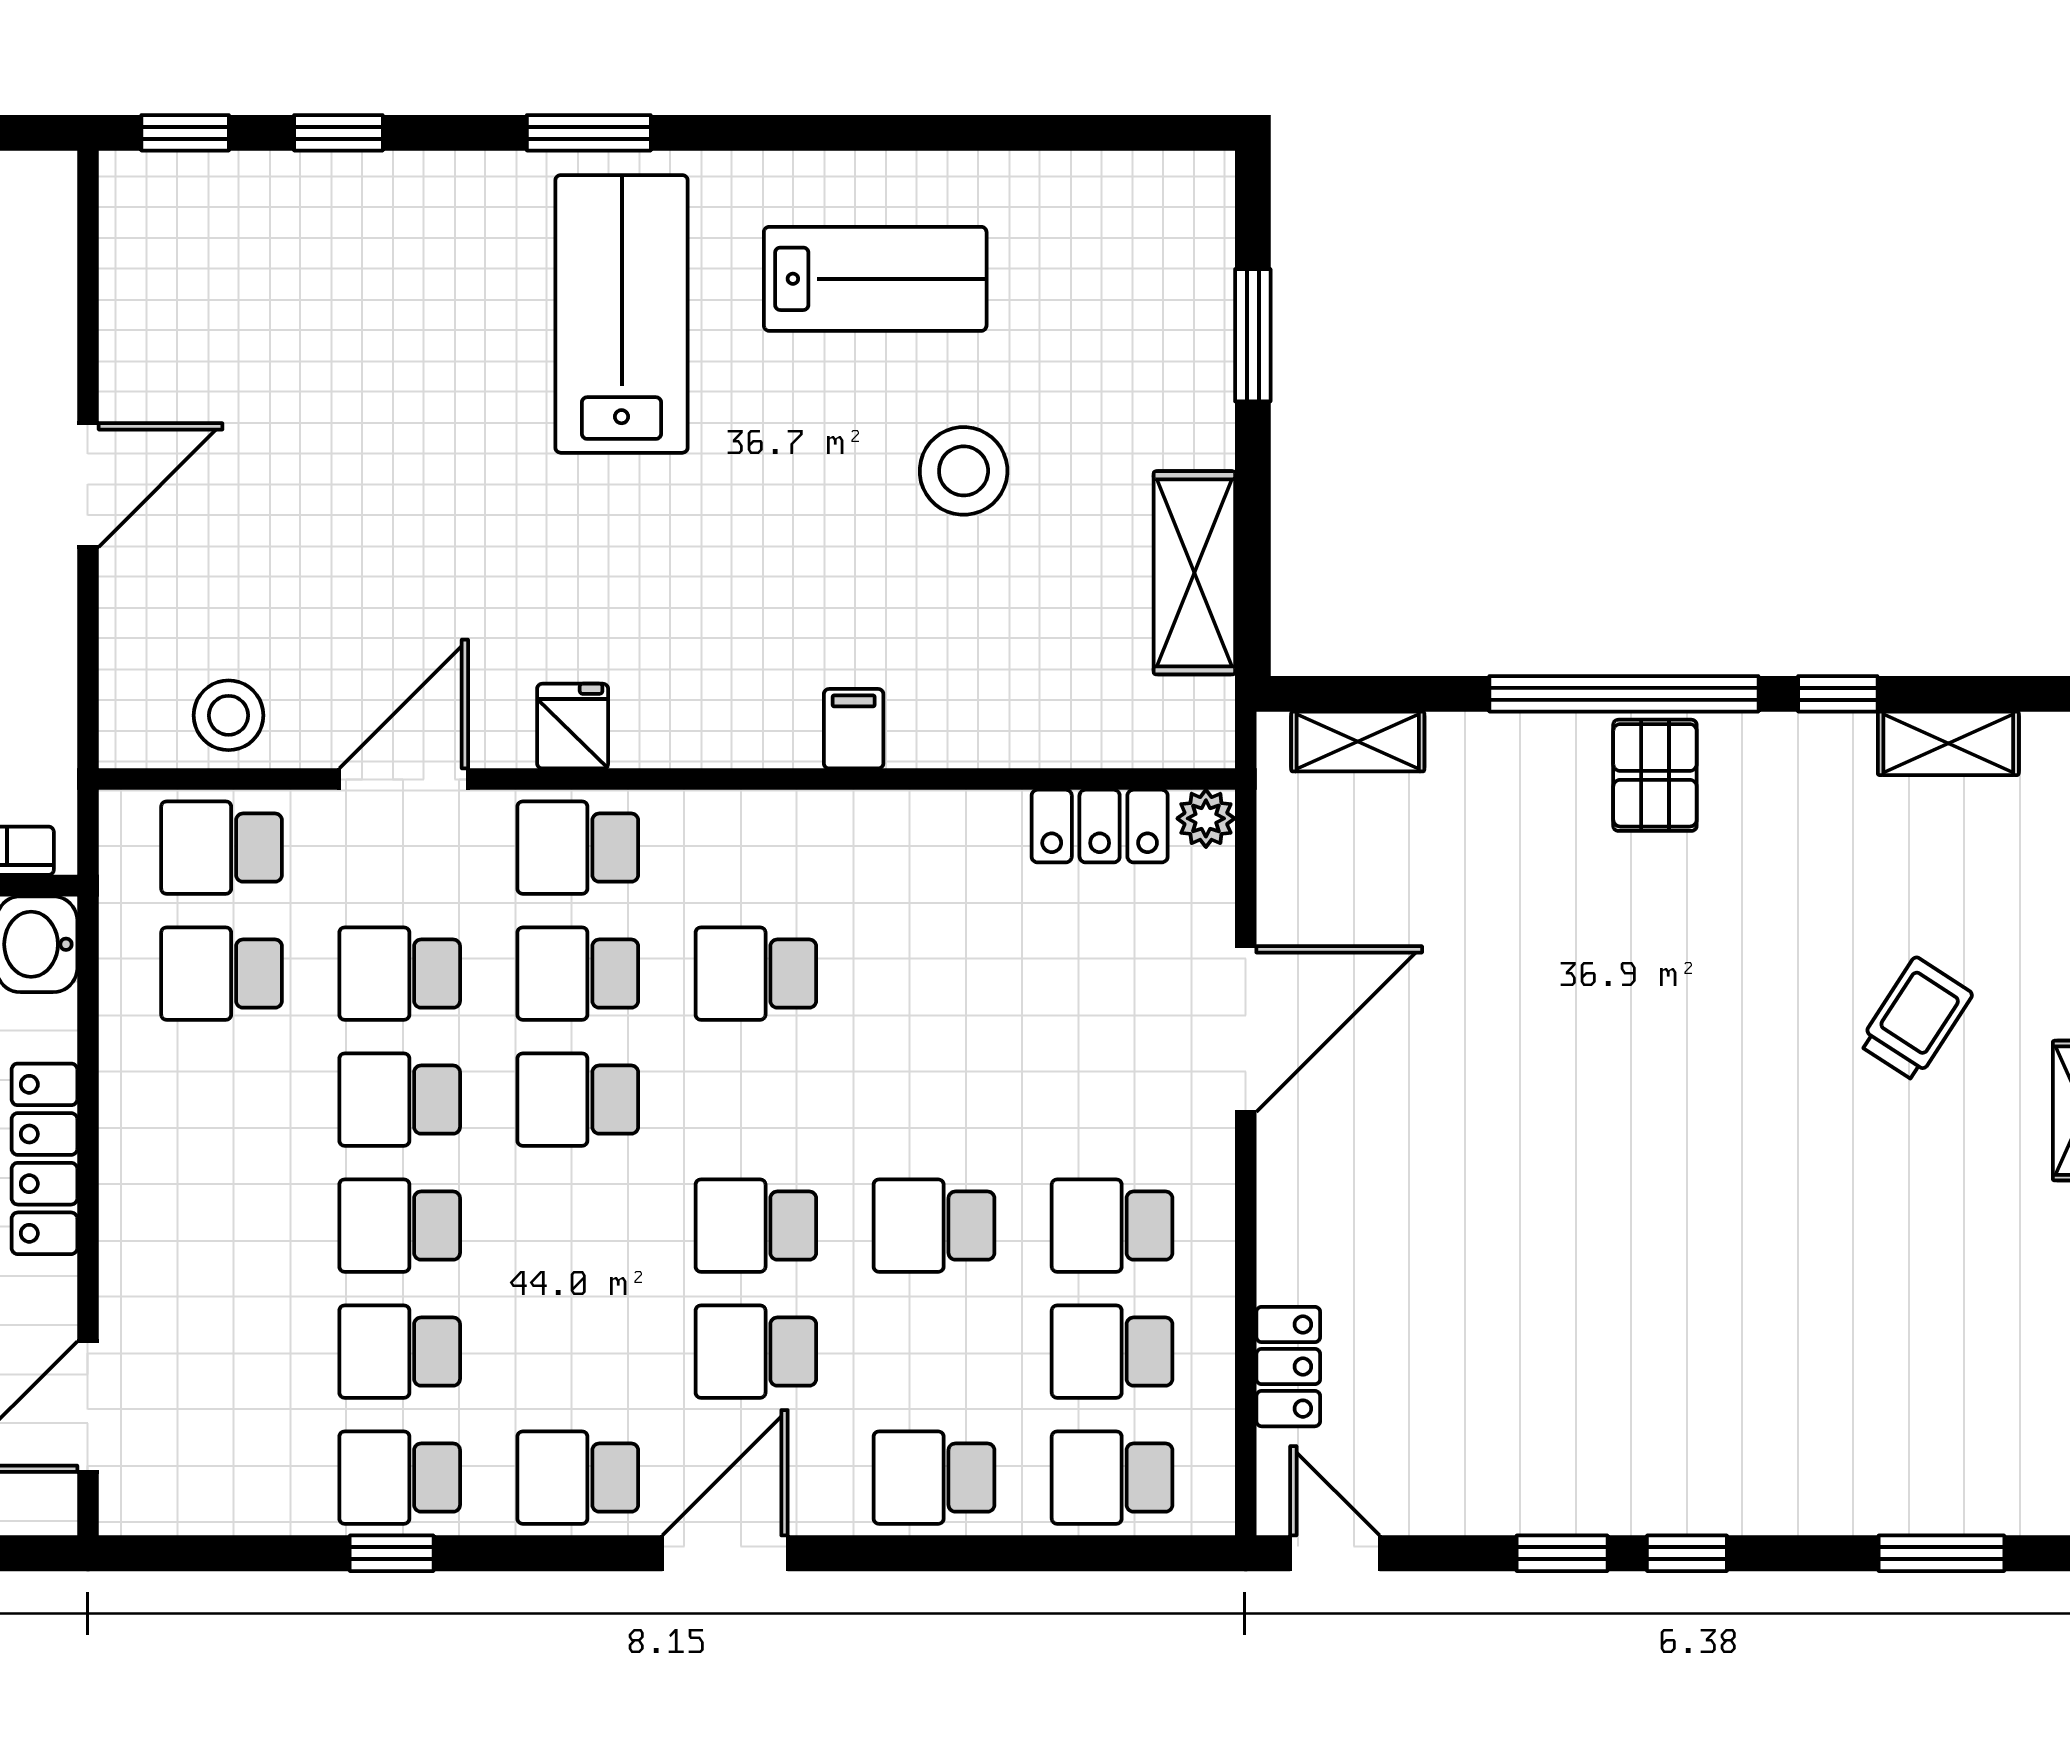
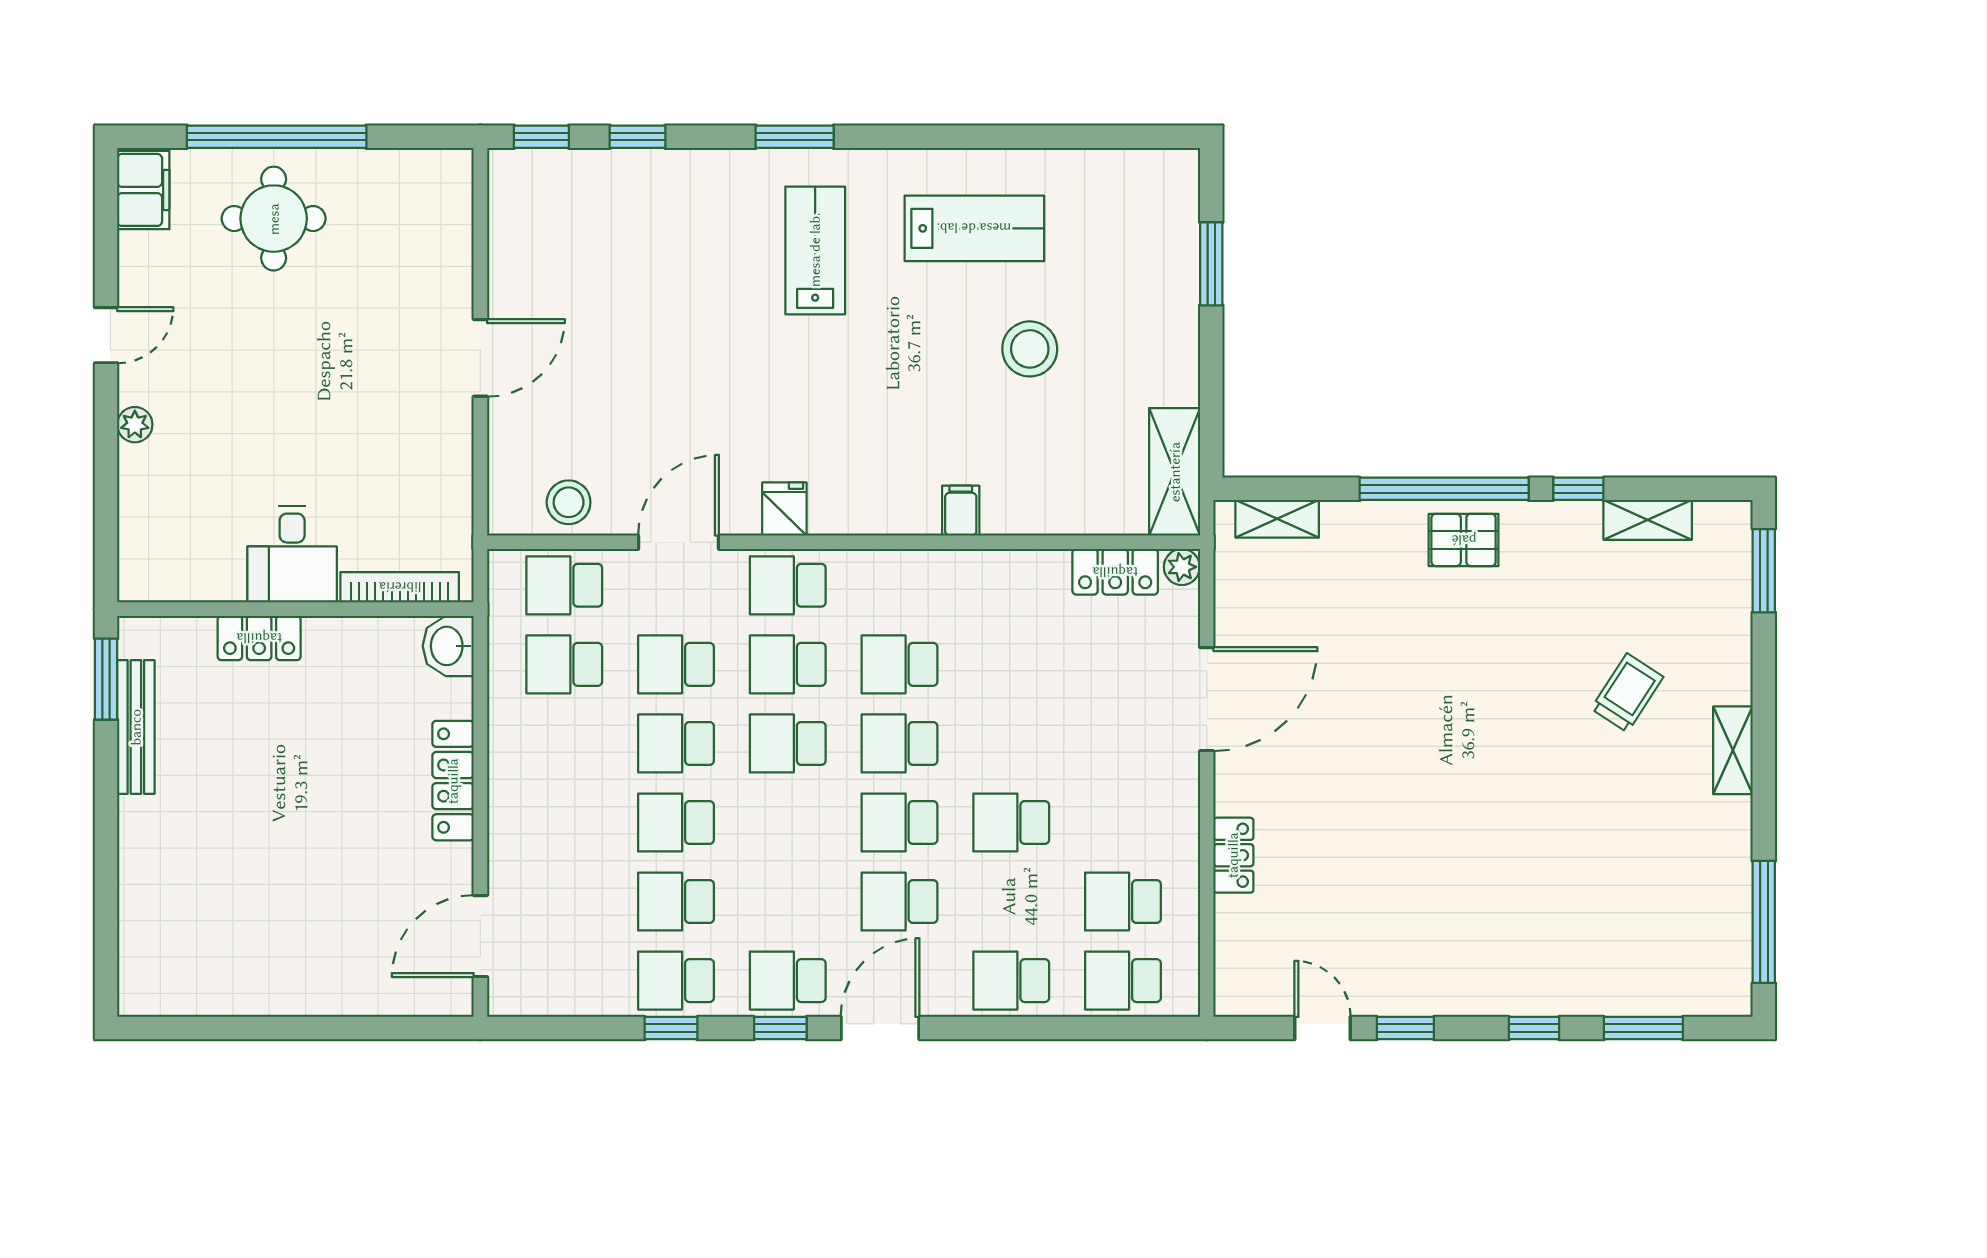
lab bench: (622, 314) -> (815, 250), width x0.73, depth x0.72
shelving: (1194, 573) -> (1175, 472), moved
pallet: (1655, 775) -> (1464, 540), turned 90
school desk: (1112, 1226) -> (899, 743), moved
locker: (1288, 1367) -> (1233, 855), moved
window: (566, 1553) -> (780, 1028), added
door: (1335, 1553) -> (1322, 1028), moved
window: (1687, 1553) -> (1534, 1028), moved

